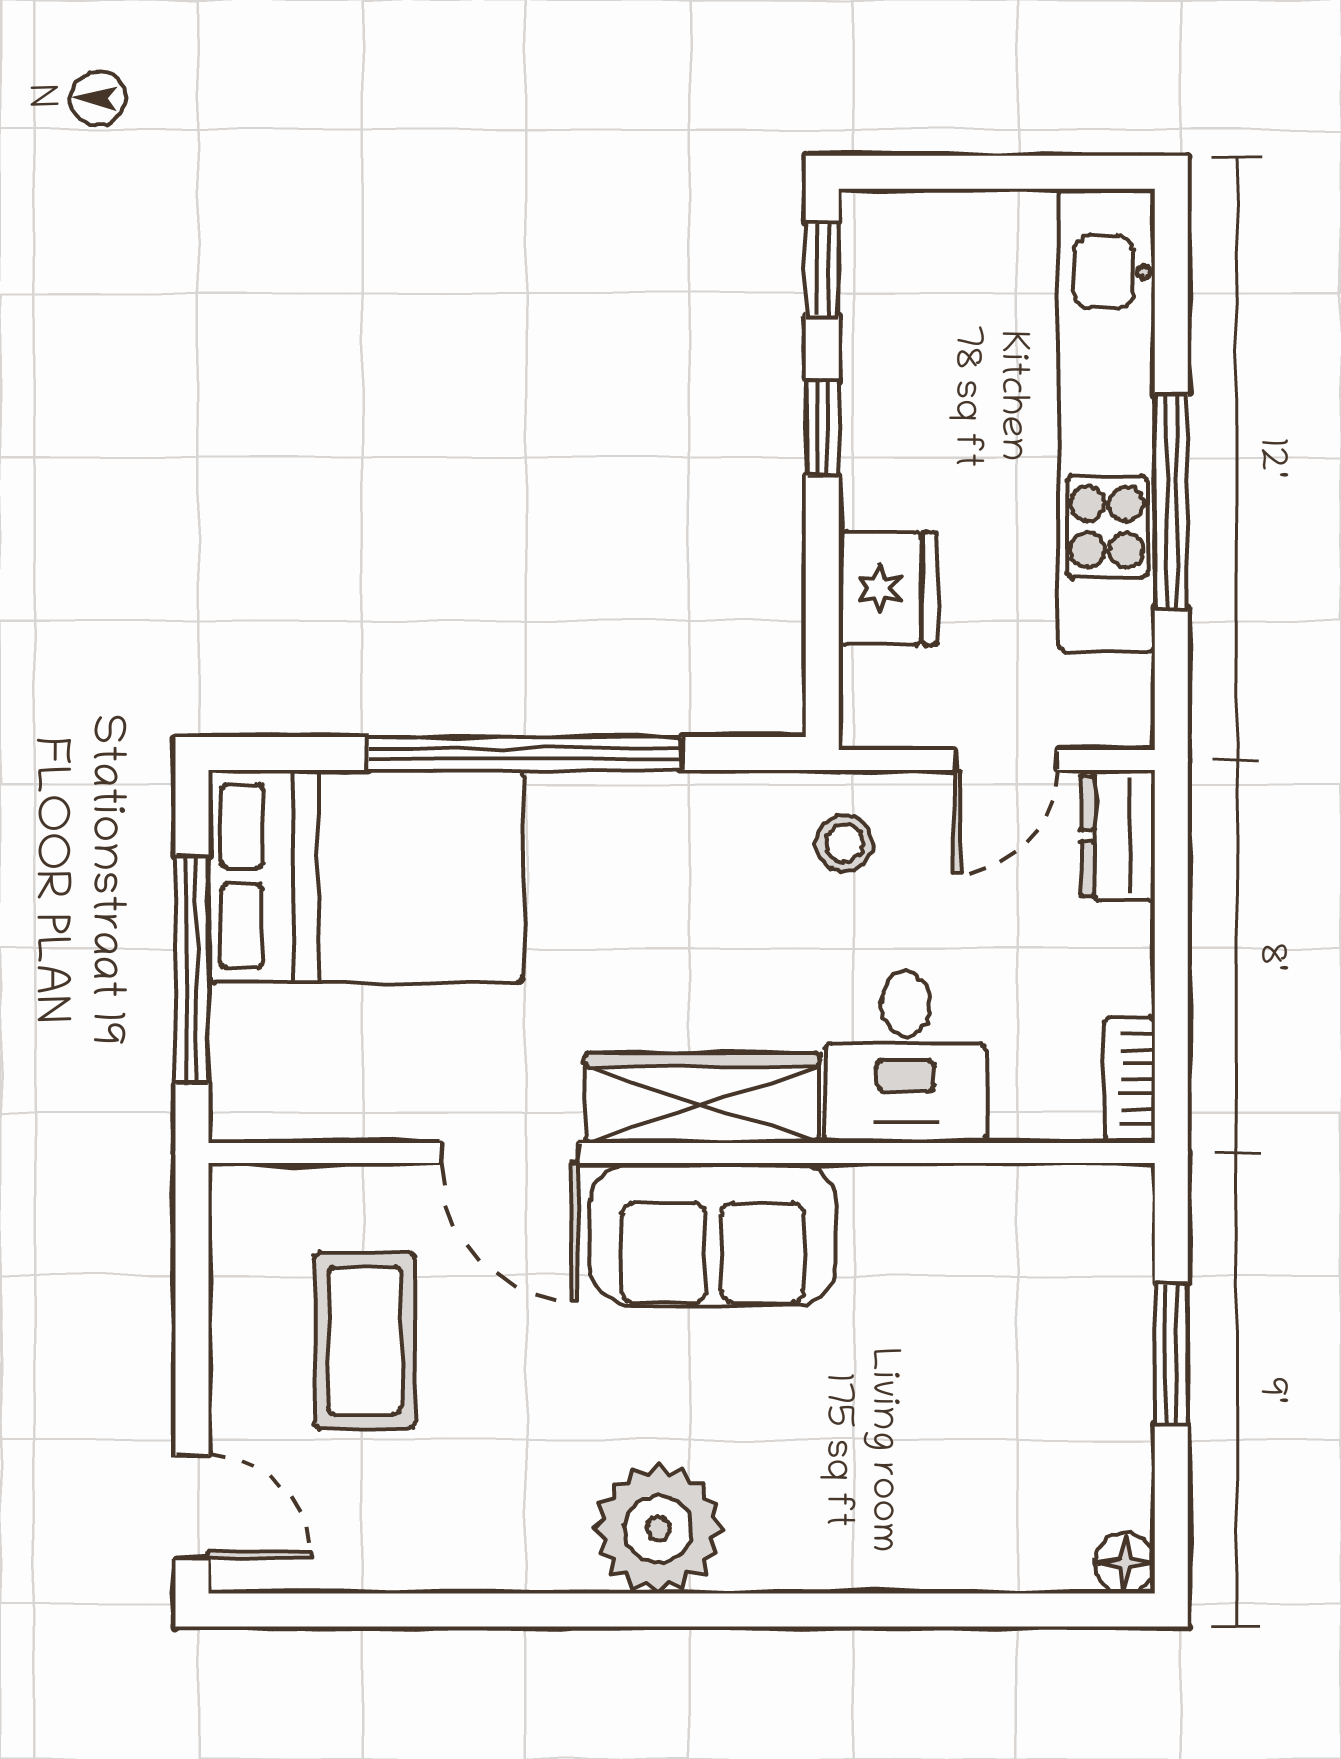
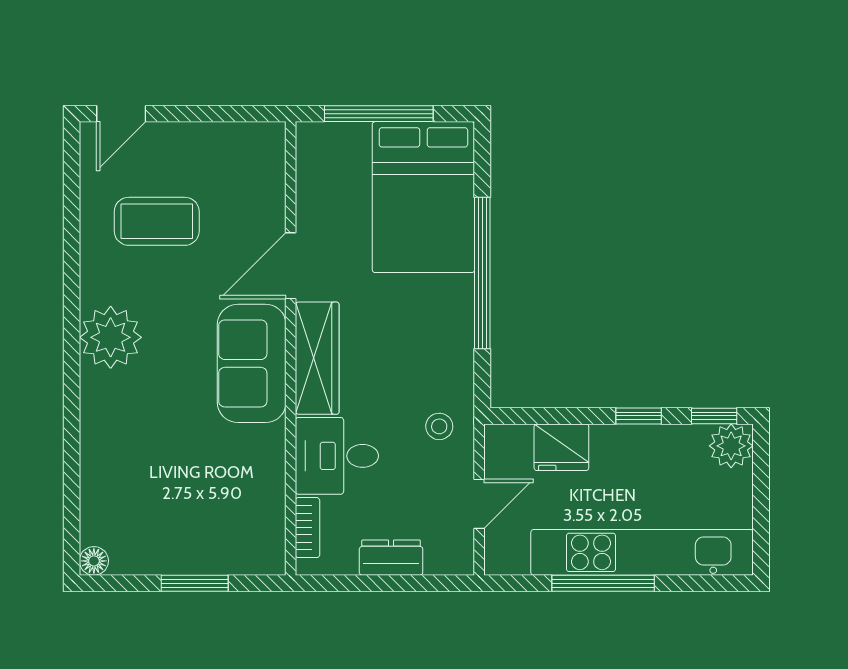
plant: (885, 235) -> (731, 446), added
door: (1006, 760) -> (479, 504), swing flipped
dresser: (1118, 836) -> (391, 558), moved
bookcase: (1130, 1079) -> (307, 528), moved, turned 90
coffee table: (365, 1340) -> (157, 221), moved

